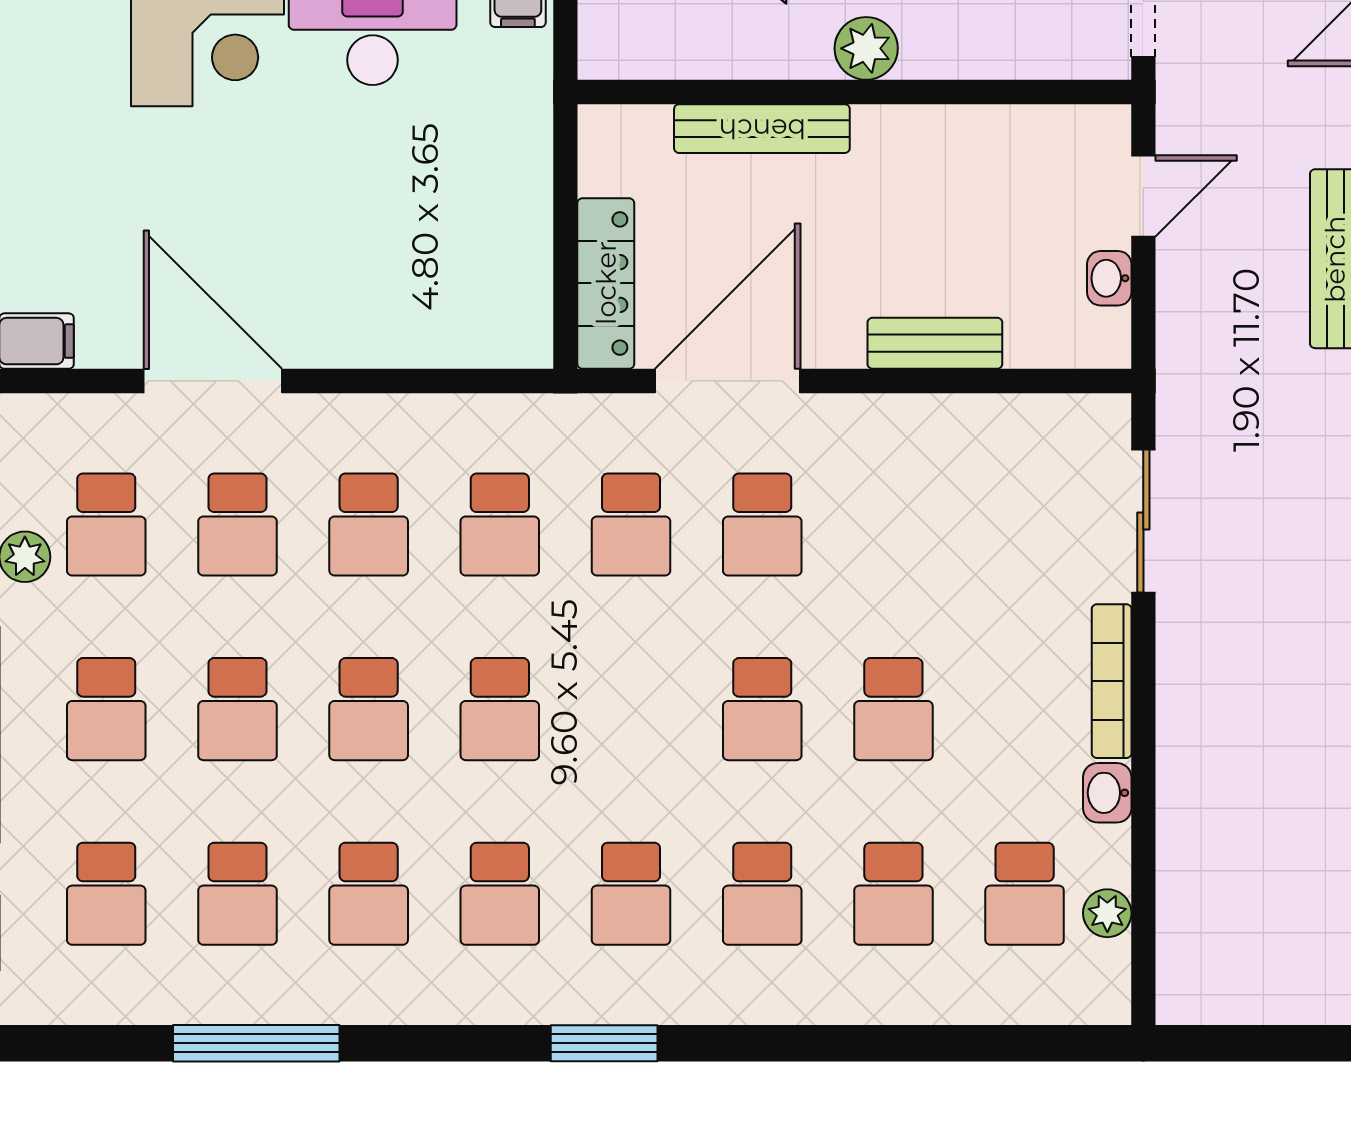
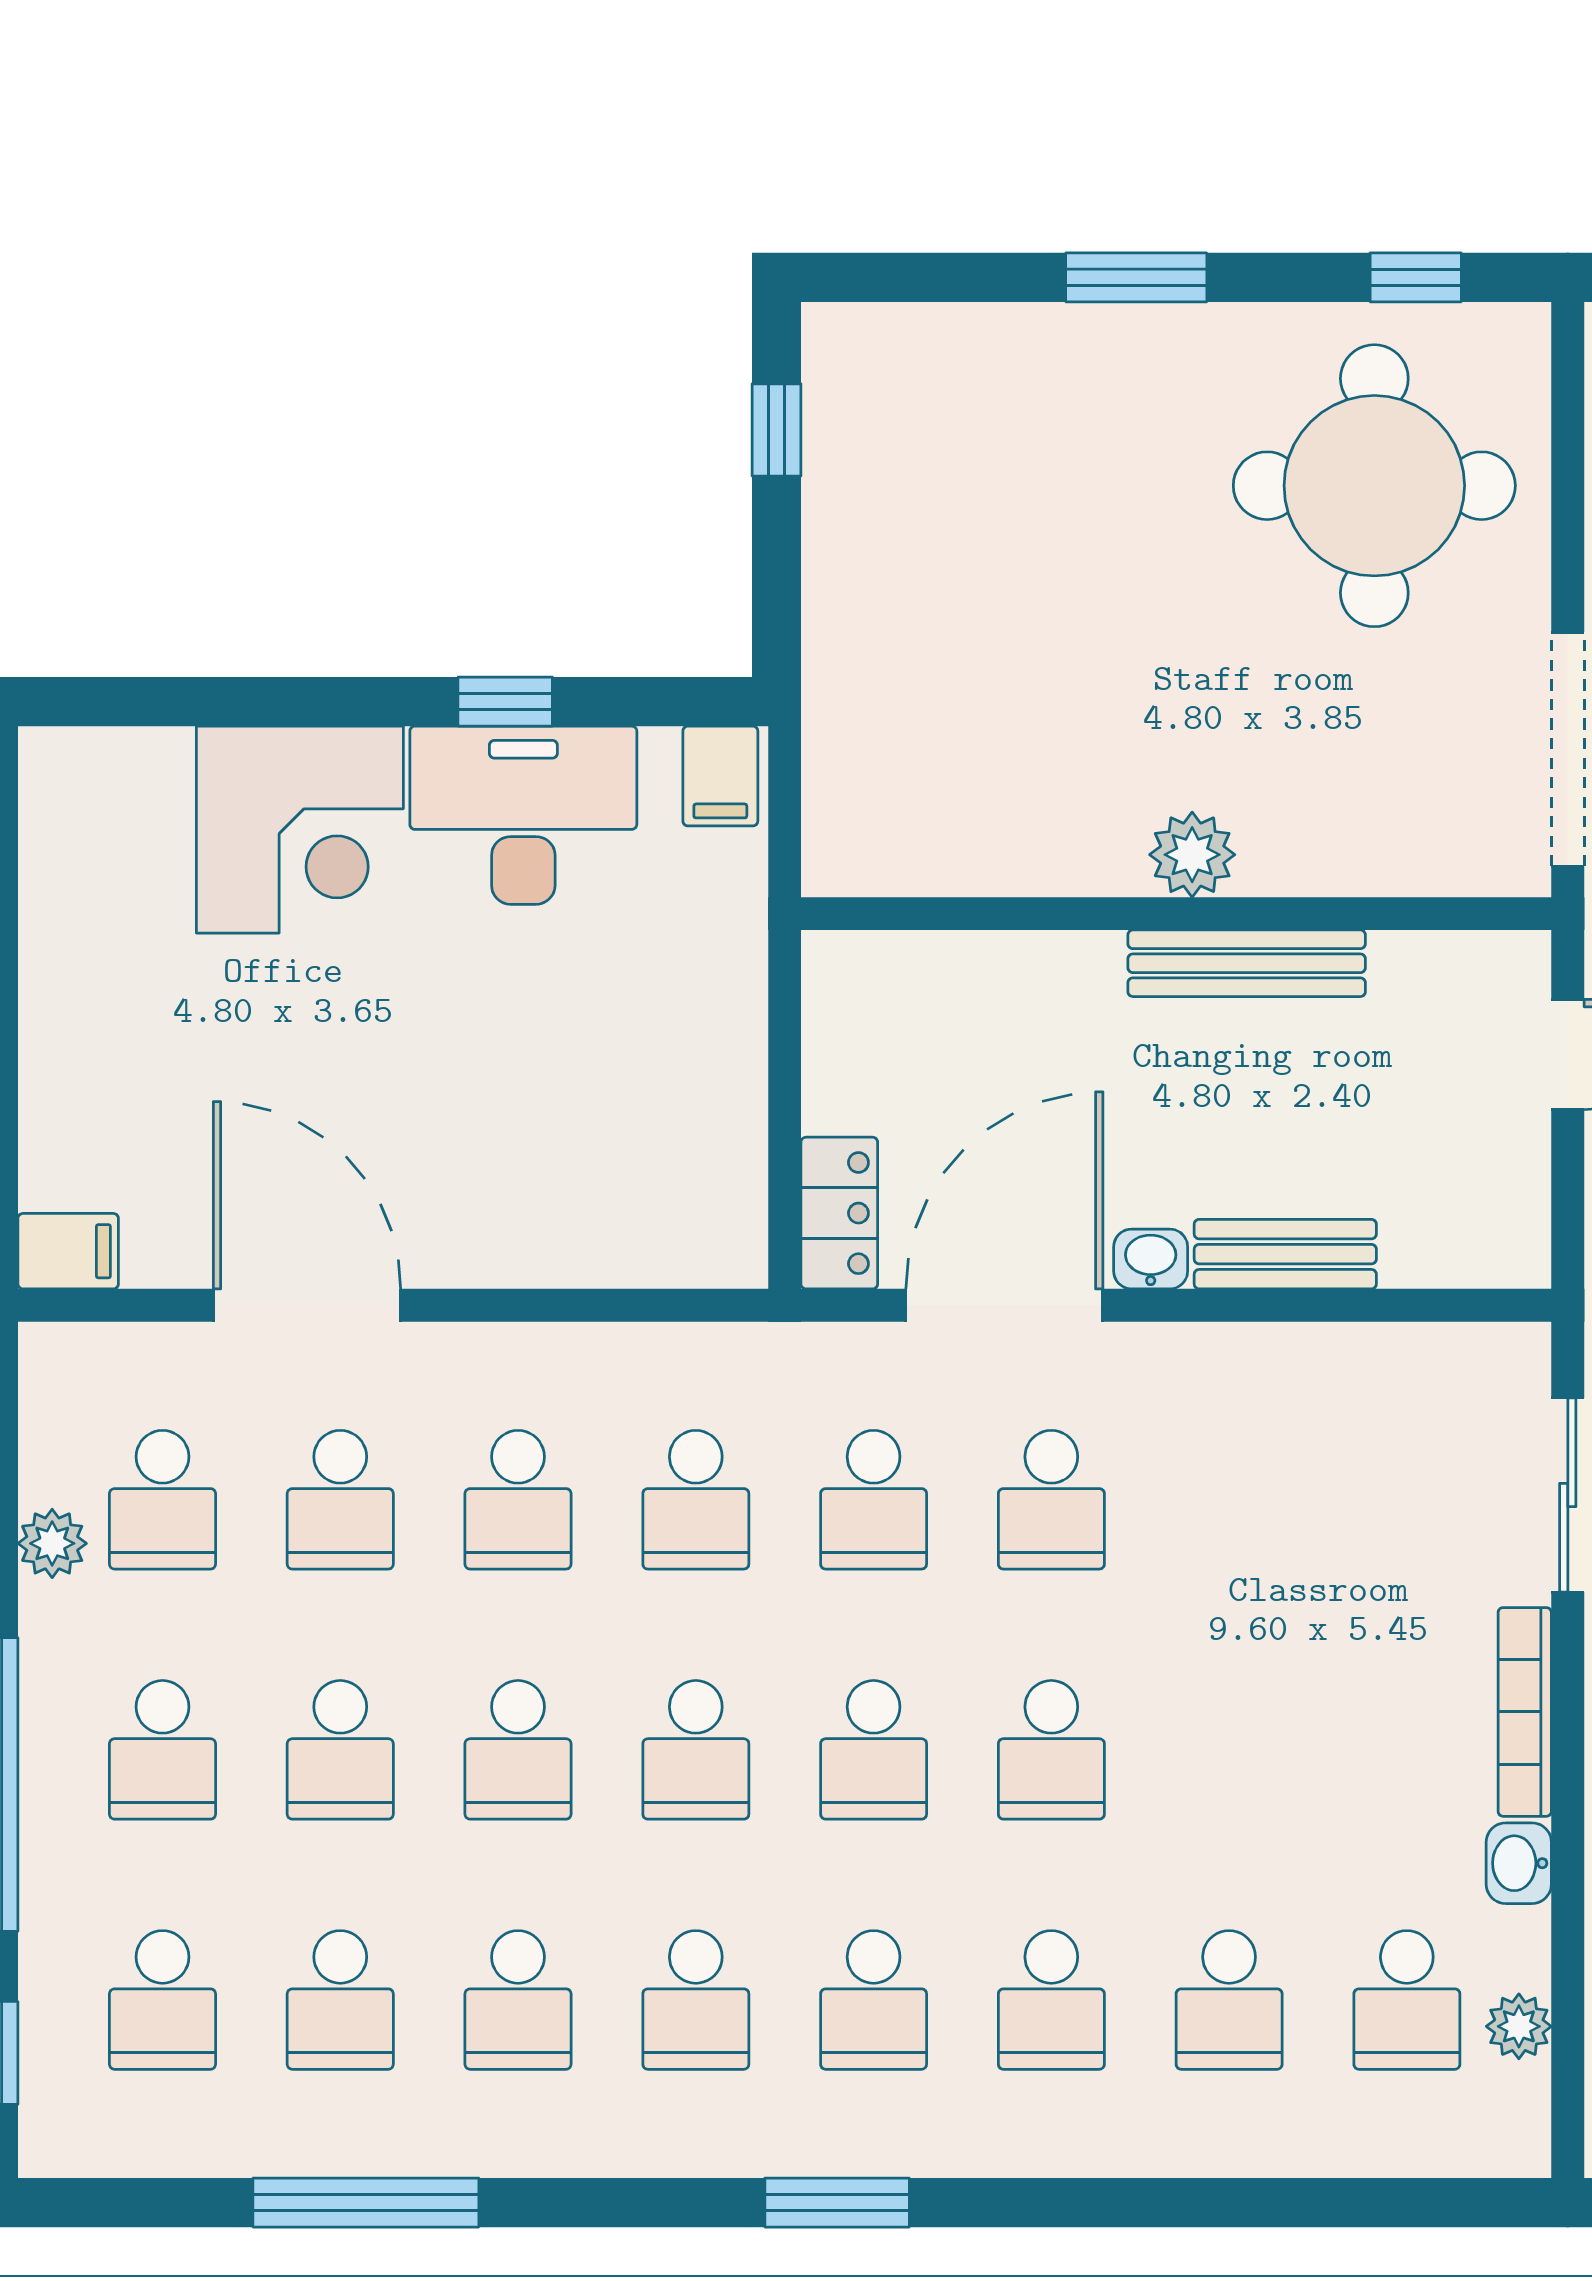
bench: (762, 129) -> (1247, 963), moved
washbasin: (1109, 278) -> (1151, 1259), moved, turned 90
locker: (606, 283) -> (839, 1213), width x0.66
school desk: (893, 709) -> (874, 1750), moved

